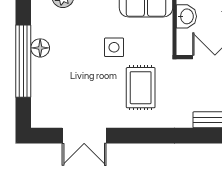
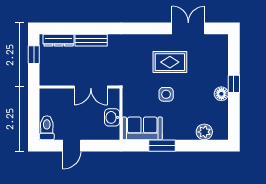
window: (23, 61) -> (234, 84), width x0.32
rug: (141, 88) -> (170, 62), moved, turned 90

